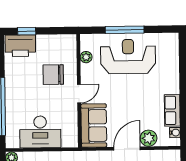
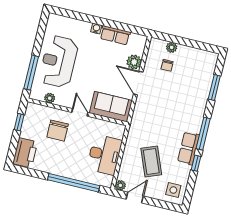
window: (125, 30) -> (31, 73), moved
window: (27, 31) -> (19, 122), moved
water cooler: (175, 133) -> (96, 28), moved

